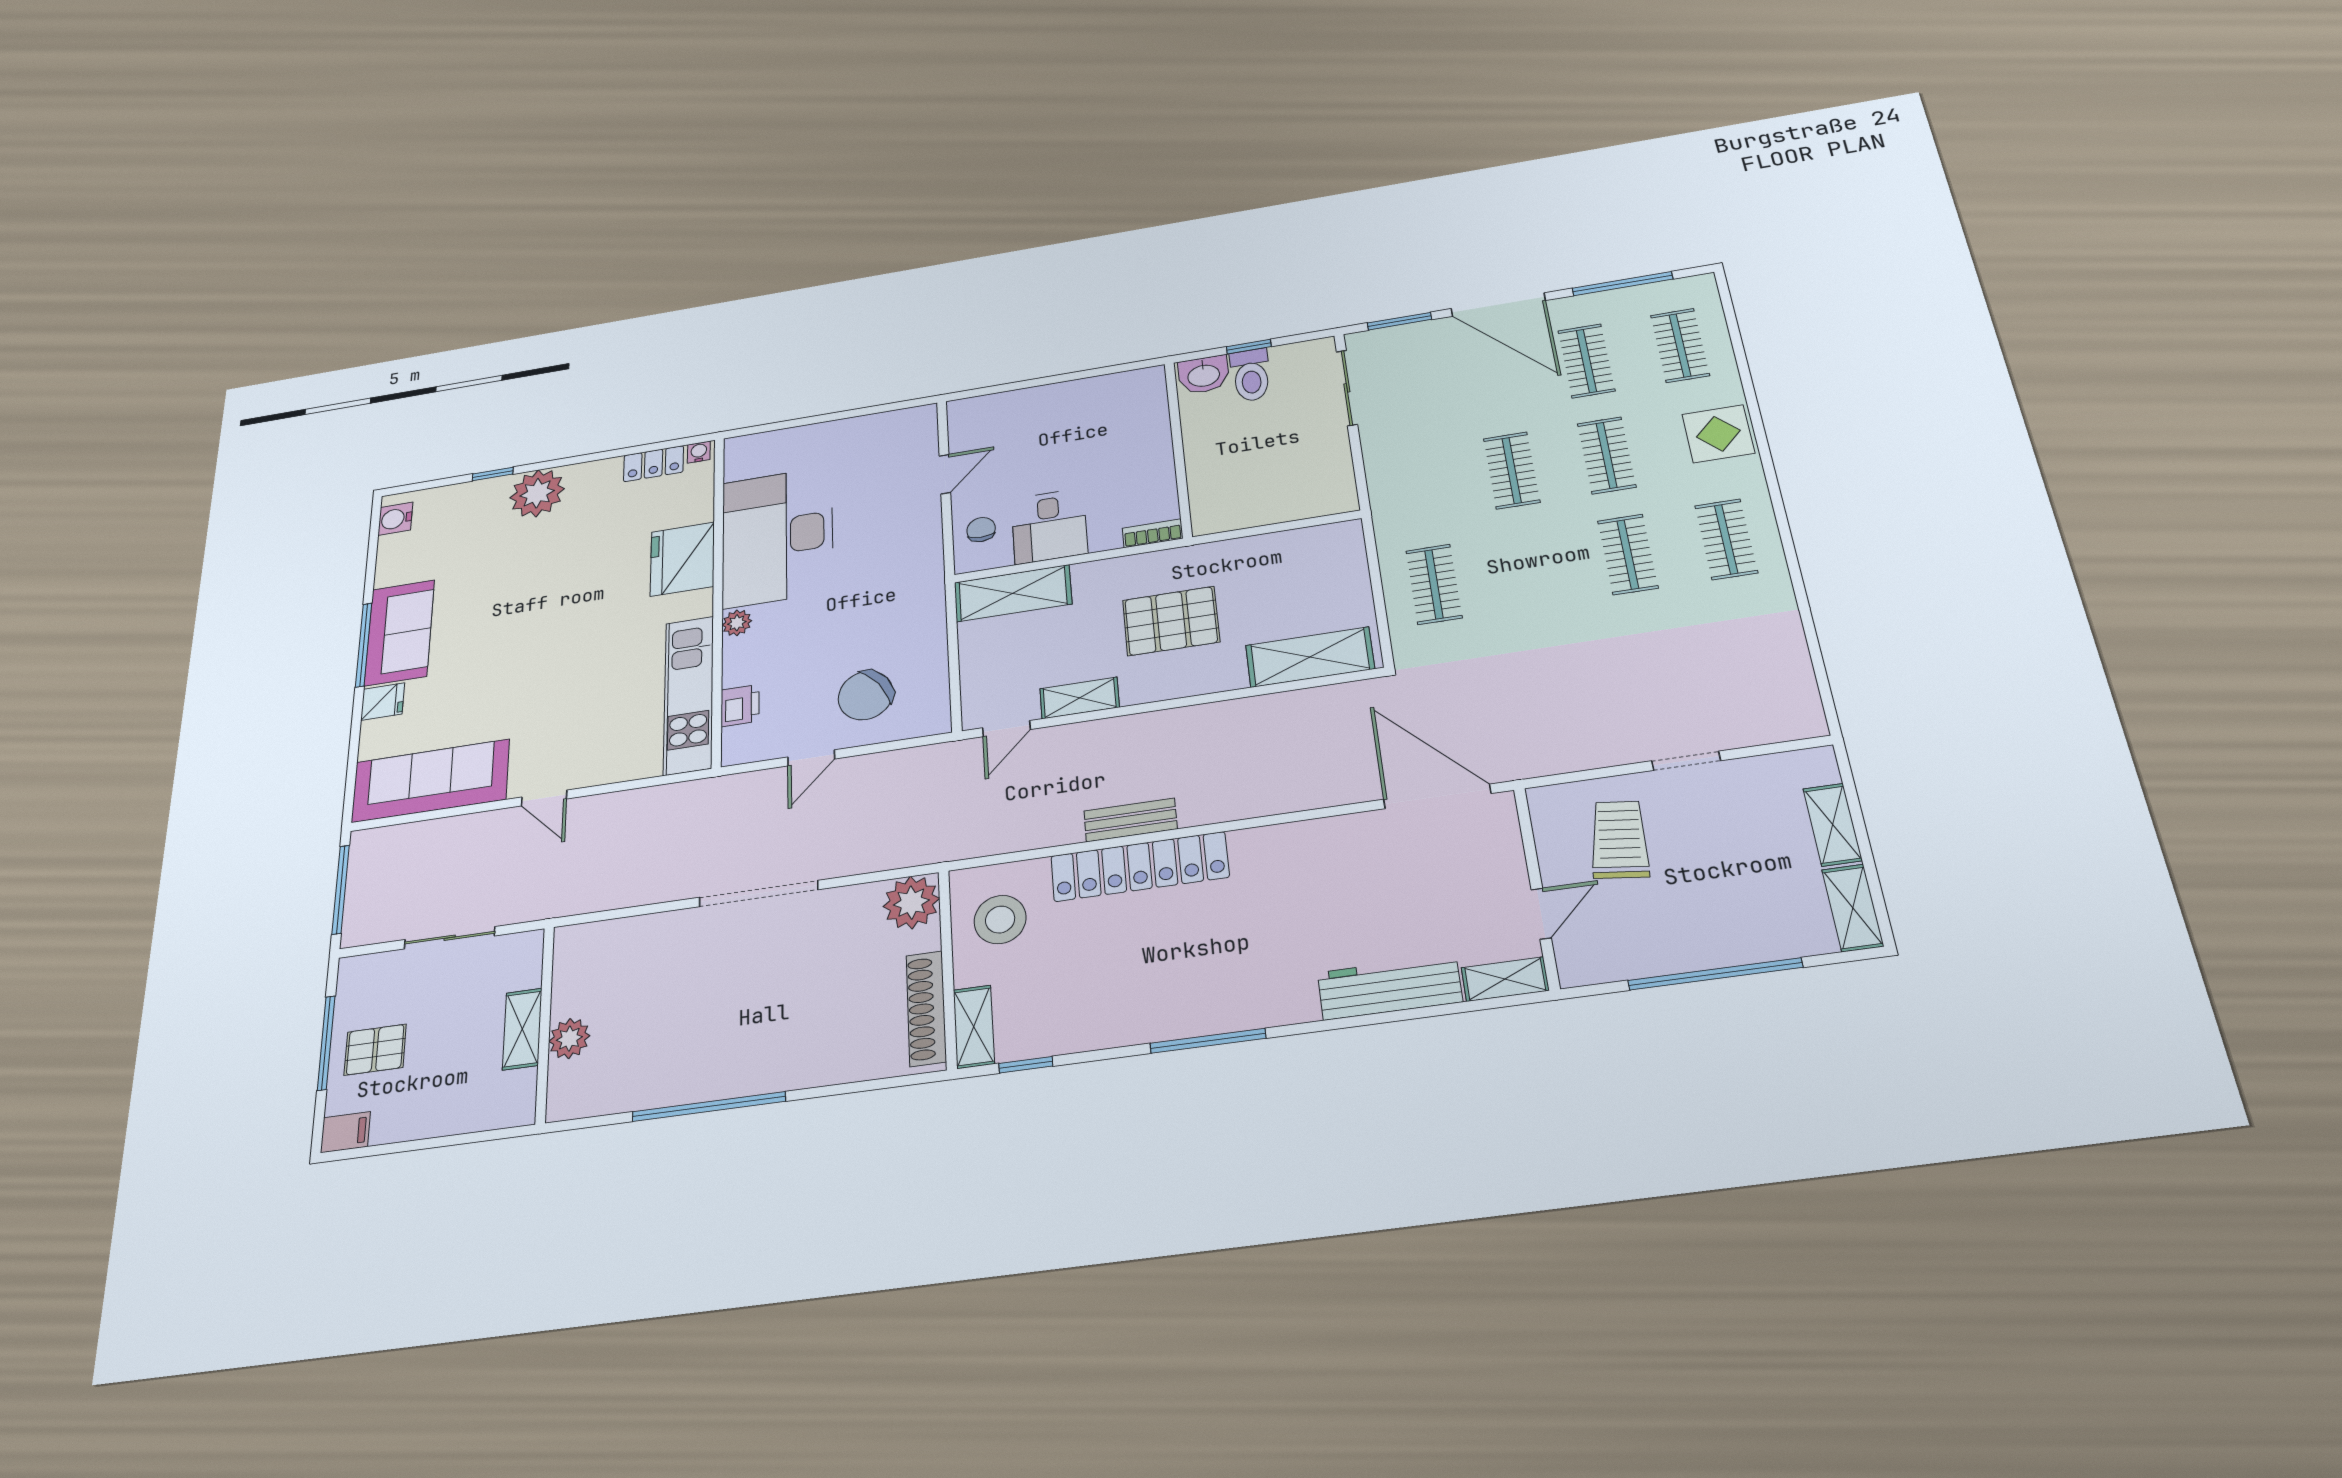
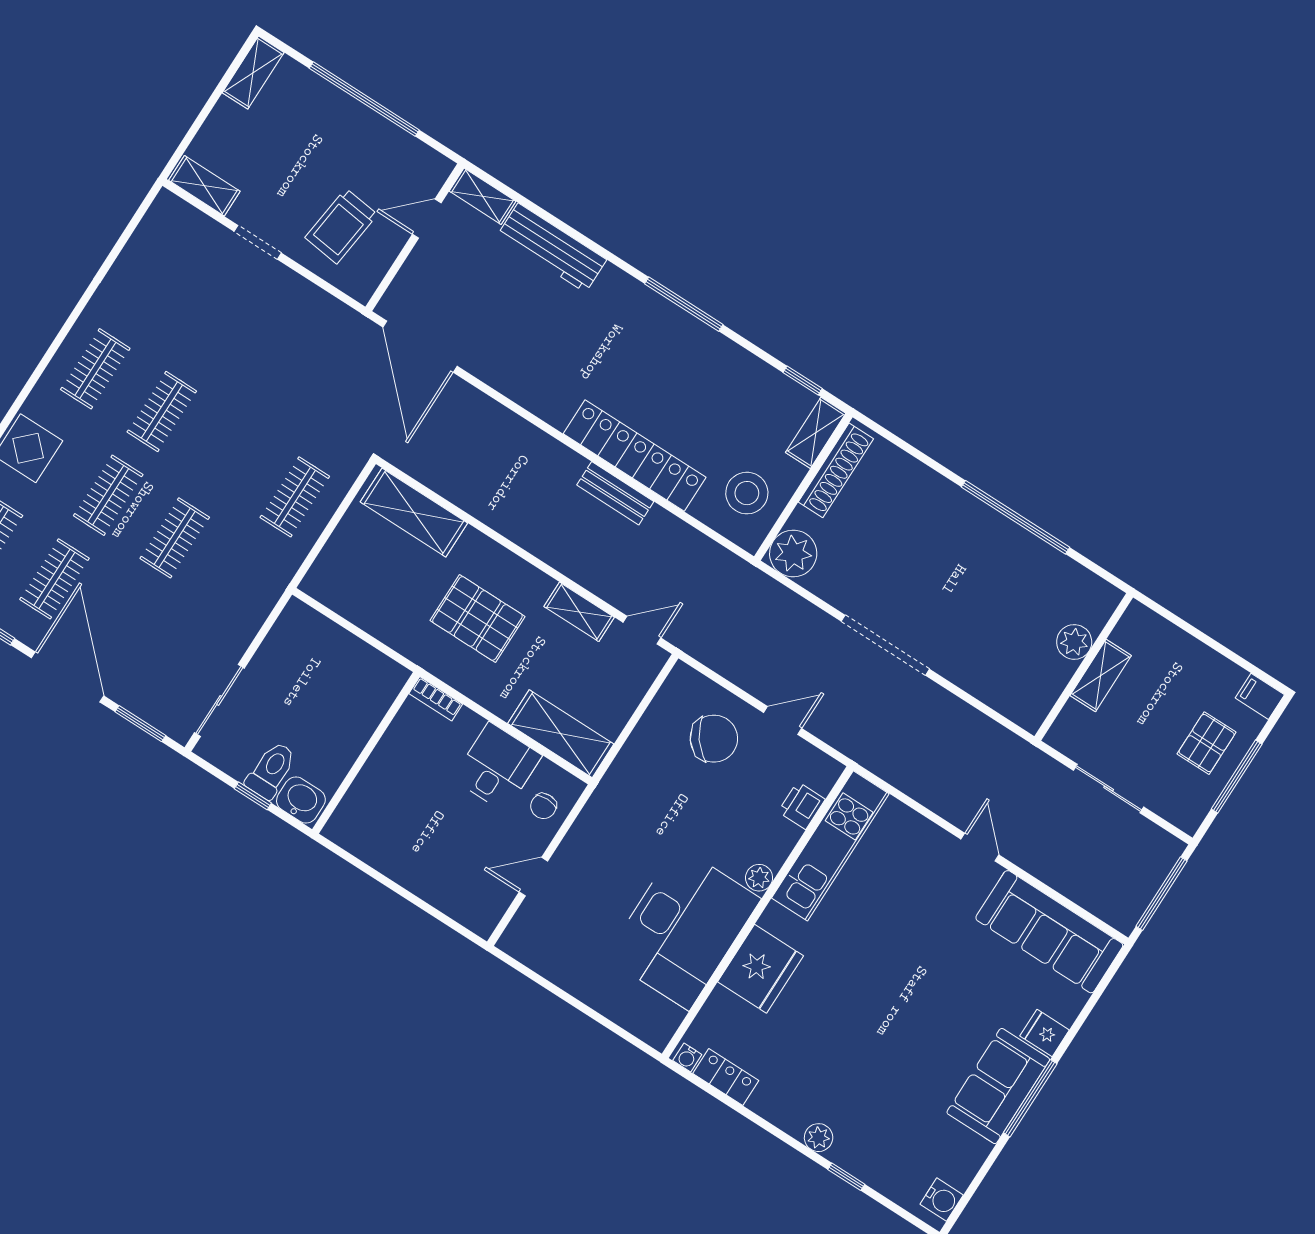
plant: (537, 493) -> (819, 1138), width x0.53, depth x0.53
shelving: (1833, 825) -> (204, 186), moved, turned 90
pallet: (375, 1050) -> (1207, 743), turned 90

